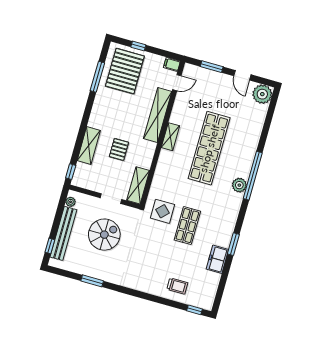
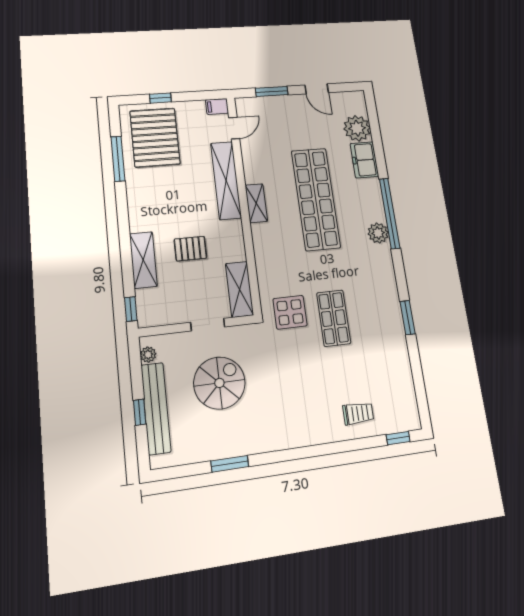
plant: (262, 94) -> (357, 128), moved
pallet: (119, 149) -> (190, 249), turned 90
window: (50, 246) -> (140, 412), moved
freezer: (217, 259) -> (364, 160), moved

